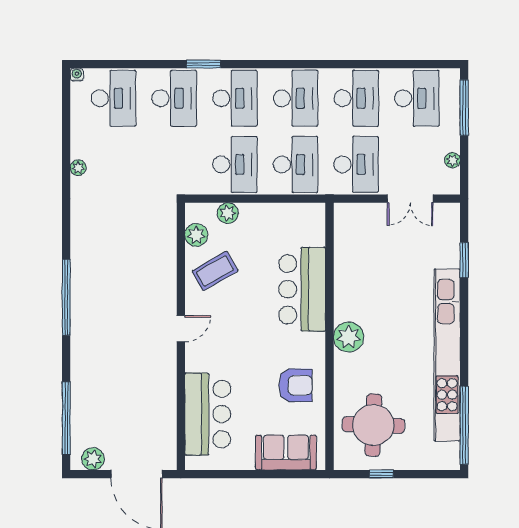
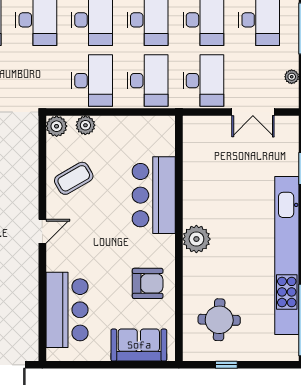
plant: (196, 235) -> (57, 126), moved
round table: (373, 425) -> (219, 320), width x0.73, depth x0.73

